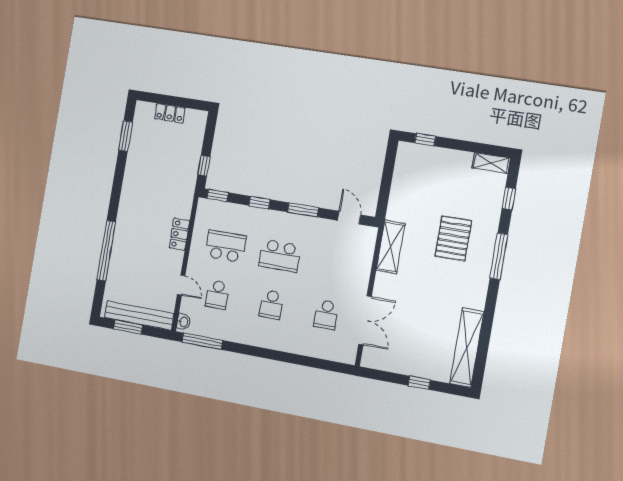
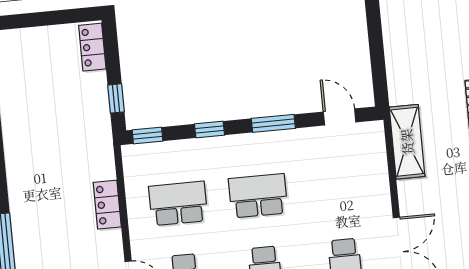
locker: (170, 113) -> (92, 47), moved, turned 90
school desk: (280, 256) -> (258, 196), turned 180

